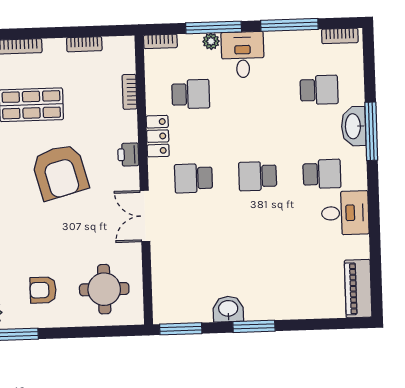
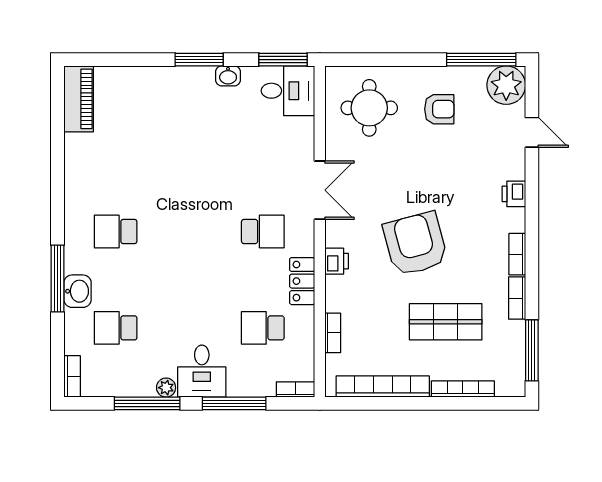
bookcase: (340, 36) -> (72, 376), moved, turned 90
plant: (211, 41) -> (166, 388), moved
bookcase: (84, 44) -> (383, 387), width x2.31, depth x1.31
washbasin: (354, 126) -> (77, 291), width x0.72
school desk: (258, 176) -> (189, 232), removed
desk: (345, 213) -> (288, 91), moved, turned 180
washbasin: (228, 309) -> (228, 76), width x0.72, depth x0.69

